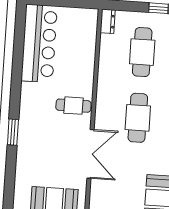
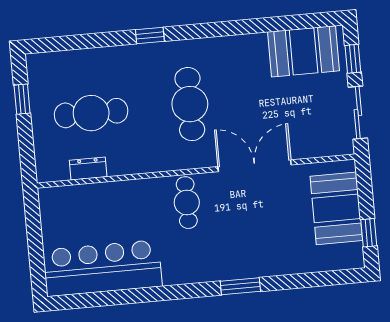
dresser: (108, 21) -> (88, 168), moved
cafe table: (138, 118) -> (190, 104), turned 90

